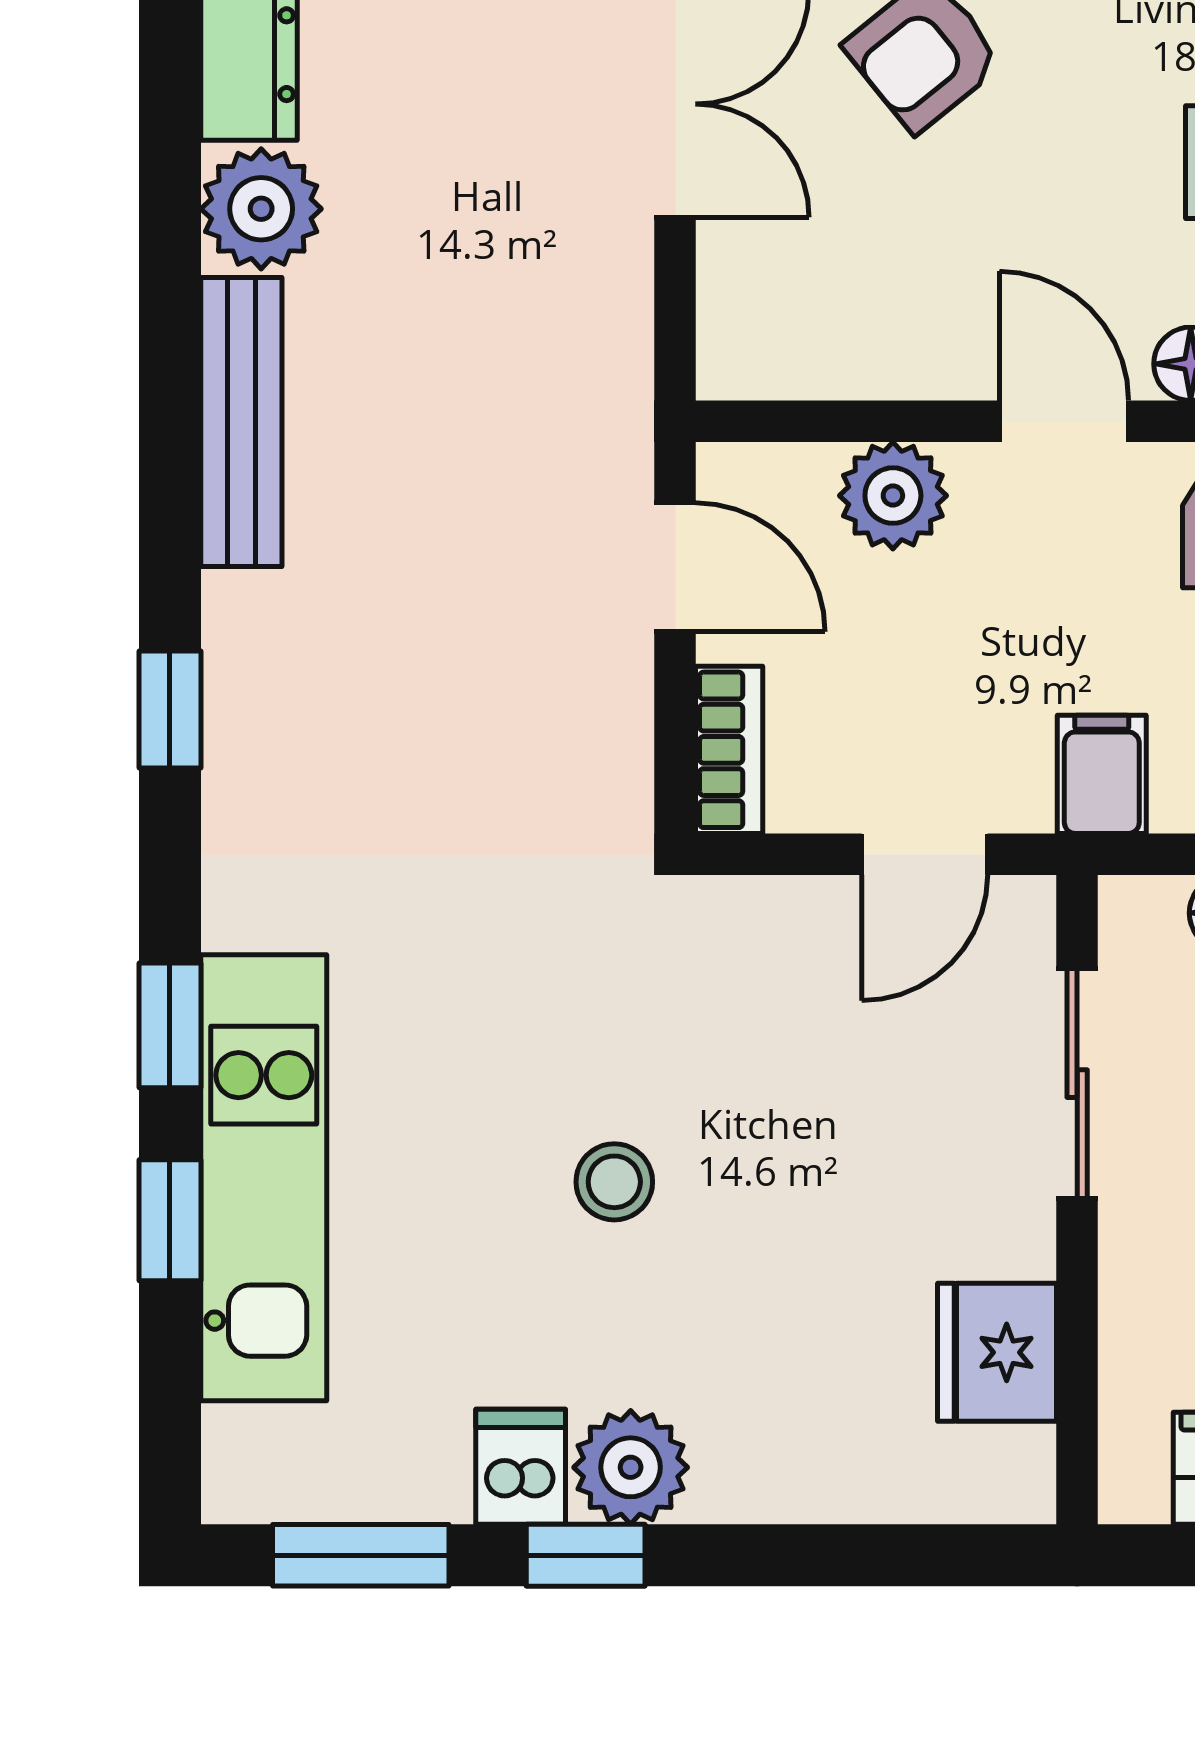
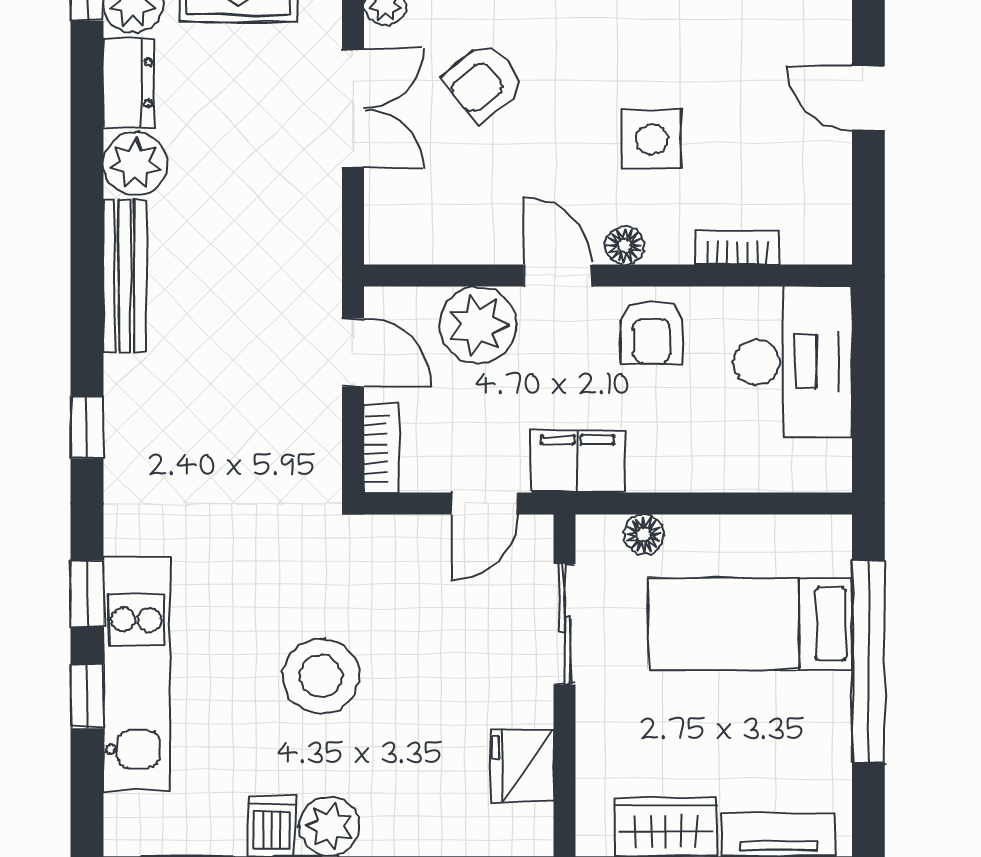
plant: (893, 496) -> (478, 325), width x1.36, depth x1.36
filing cabinet: (1102, 774) -> (578, 461), width x2.00
stool: (614, 1182) -> (321, 676), width x1.89, depth x1.89

